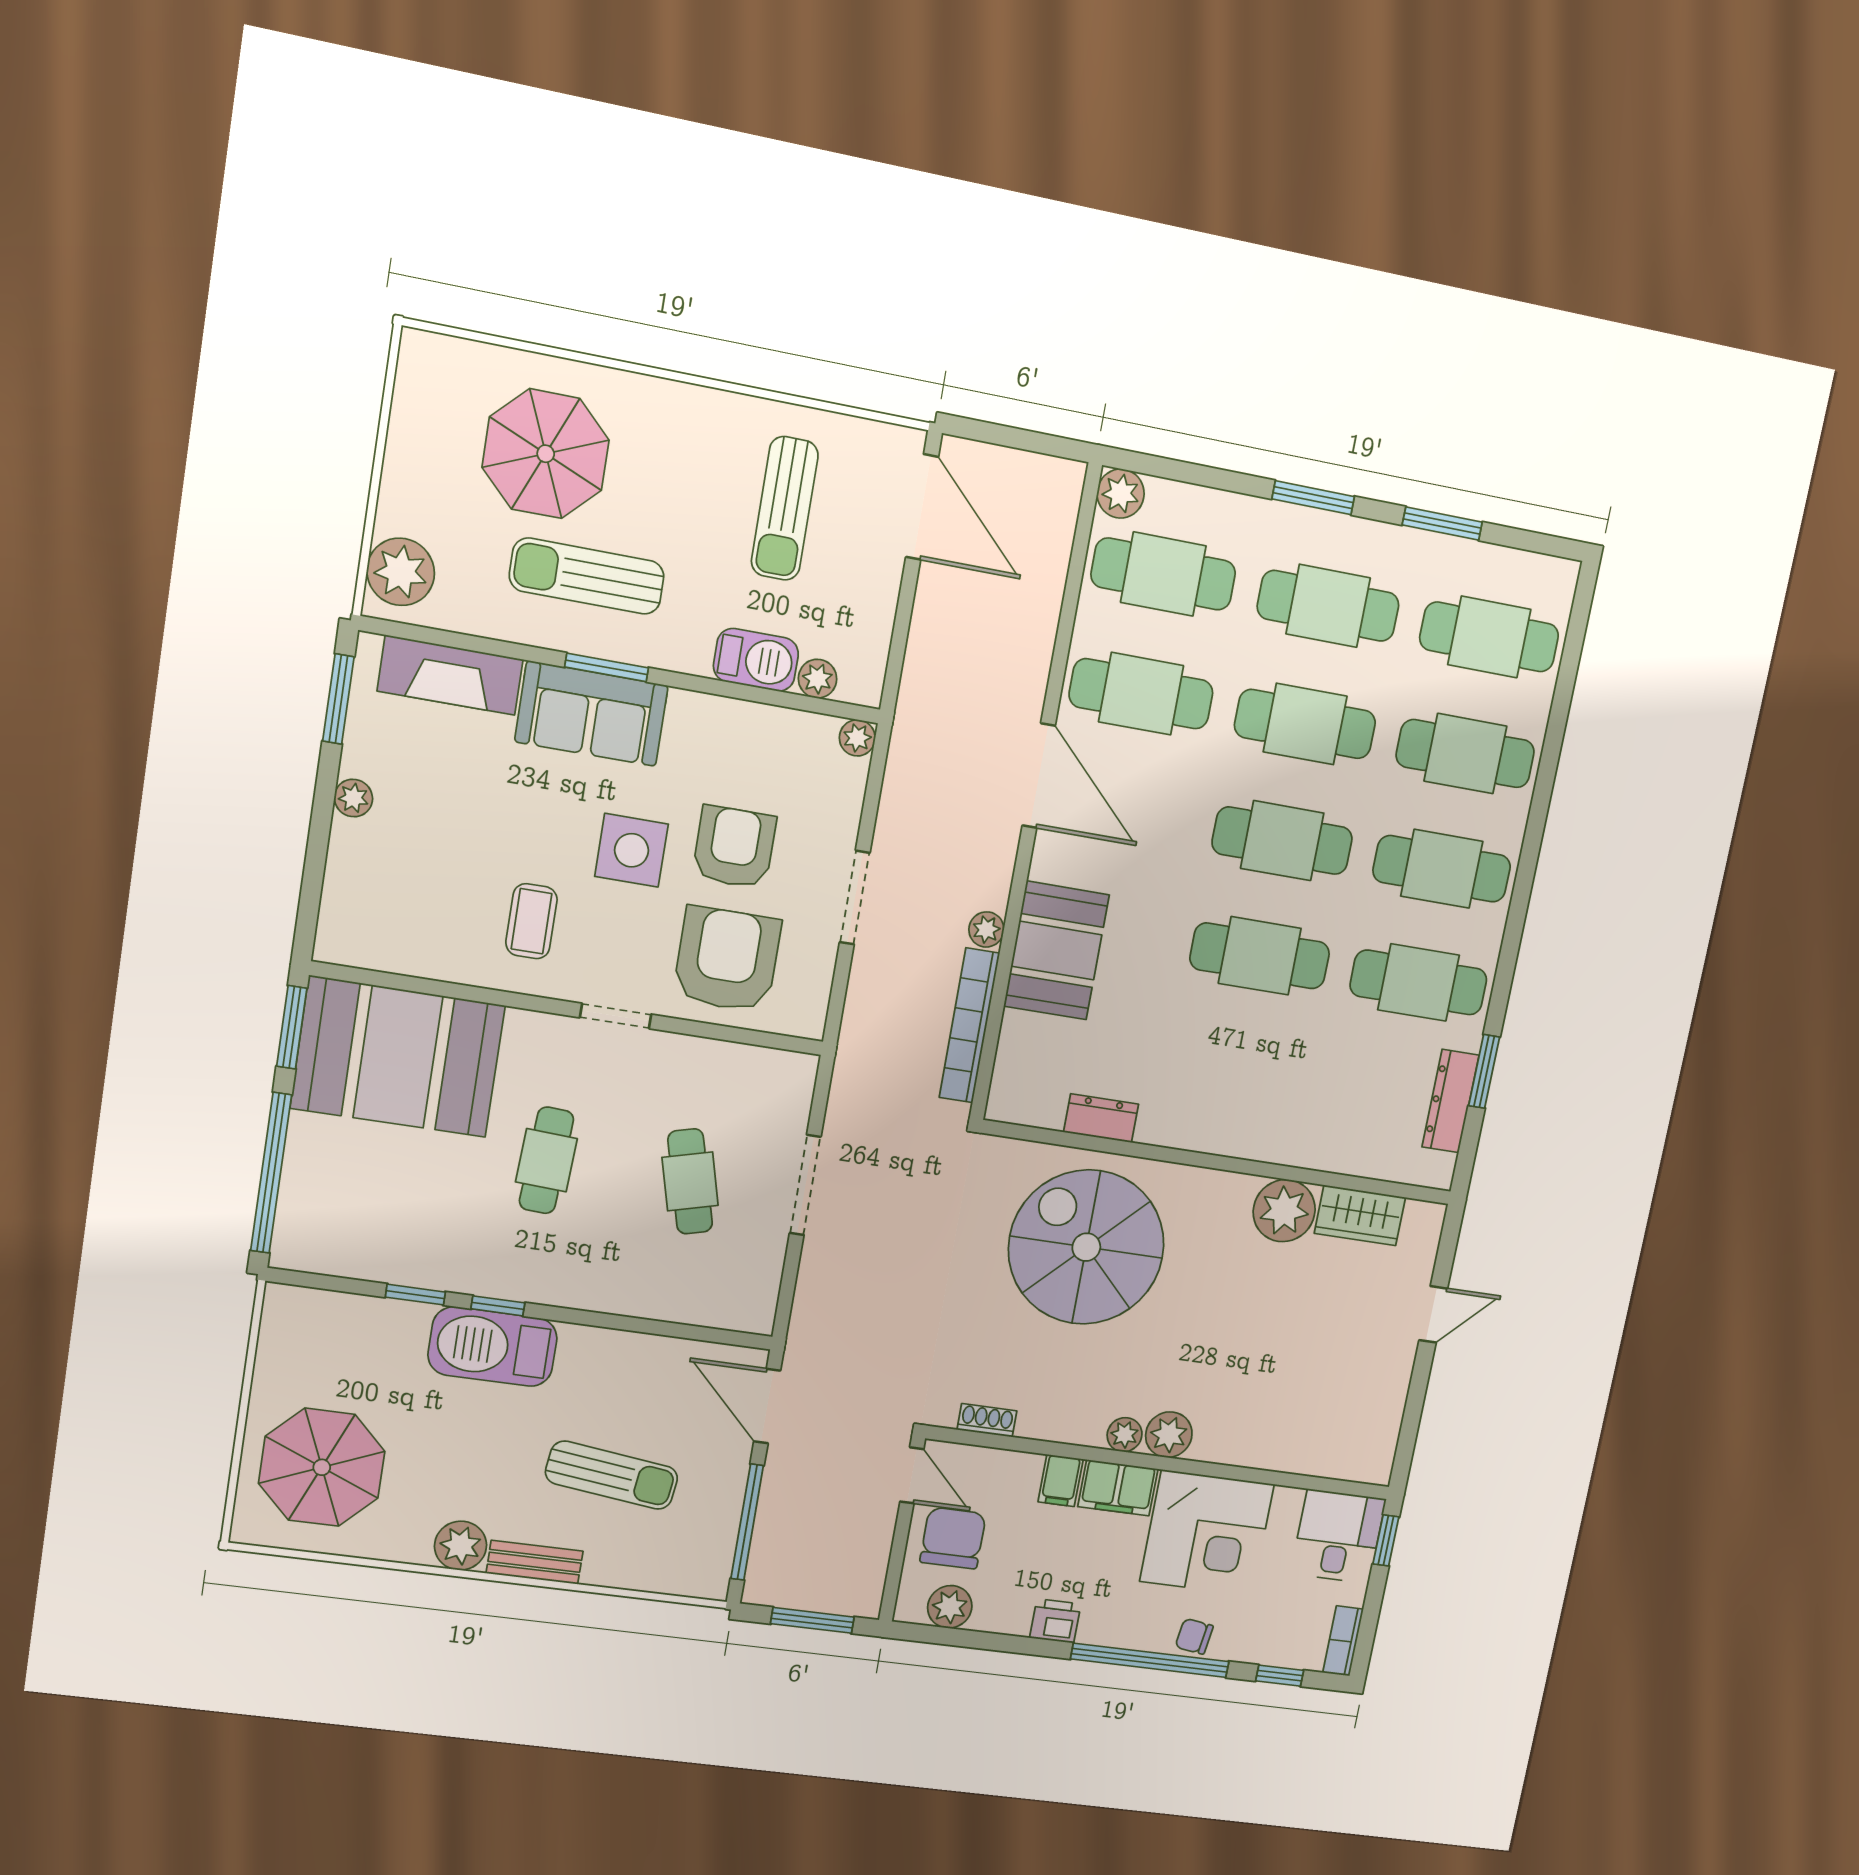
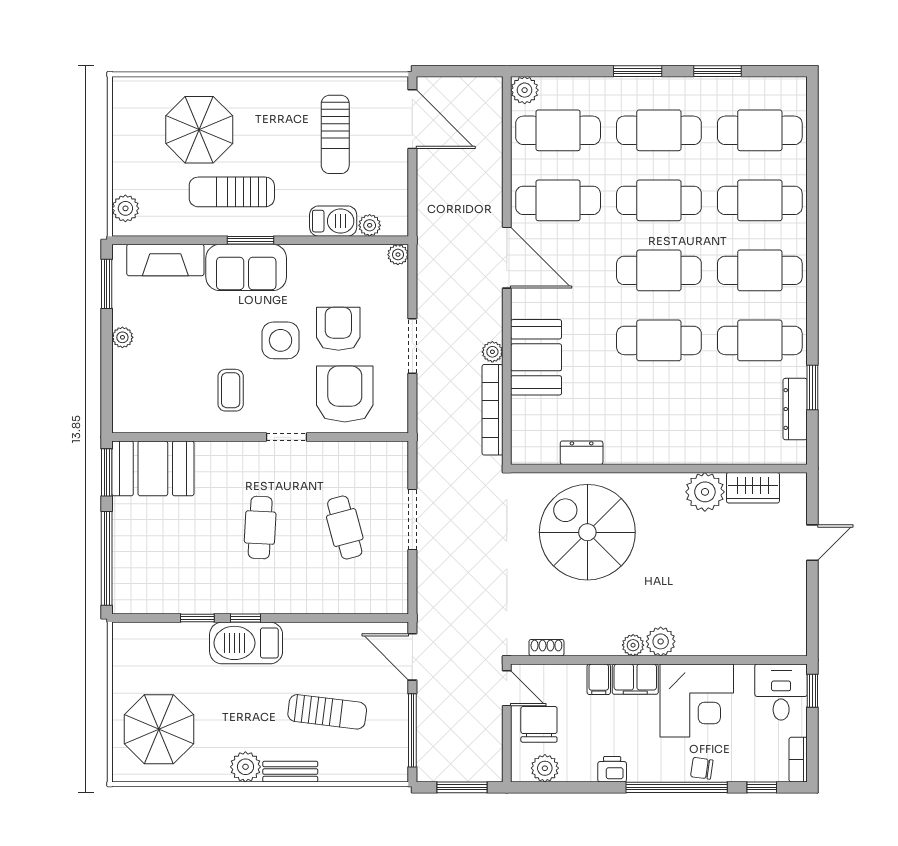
plant: (401, 572) -> (125, 208), width x0.73, depth x0.73
booth: (398, 1057) -> (153, 468), width x0.73, depth x0.70

